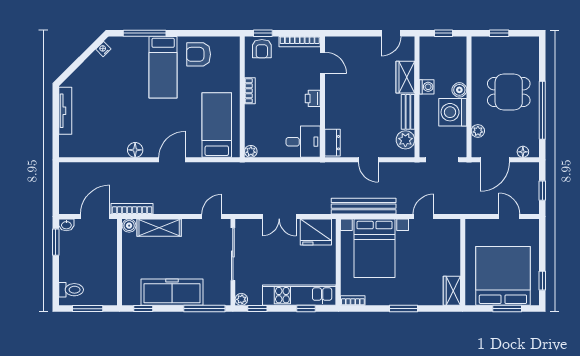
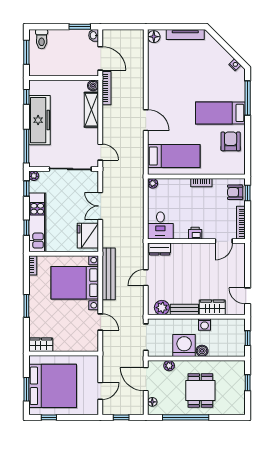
floor lamp: (135, 150) -> (154, 37), moved

